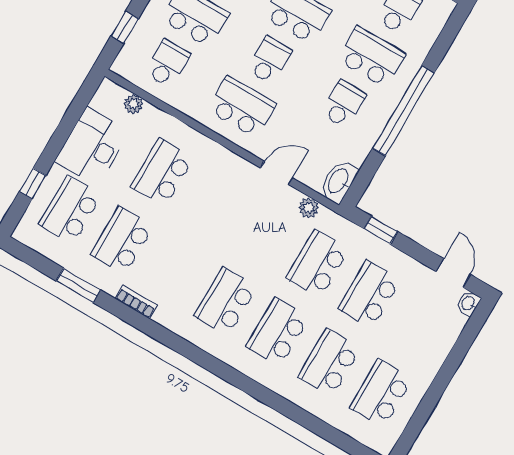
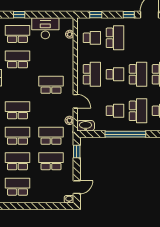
school desk: (162, 172) -> (51, 85), moved

